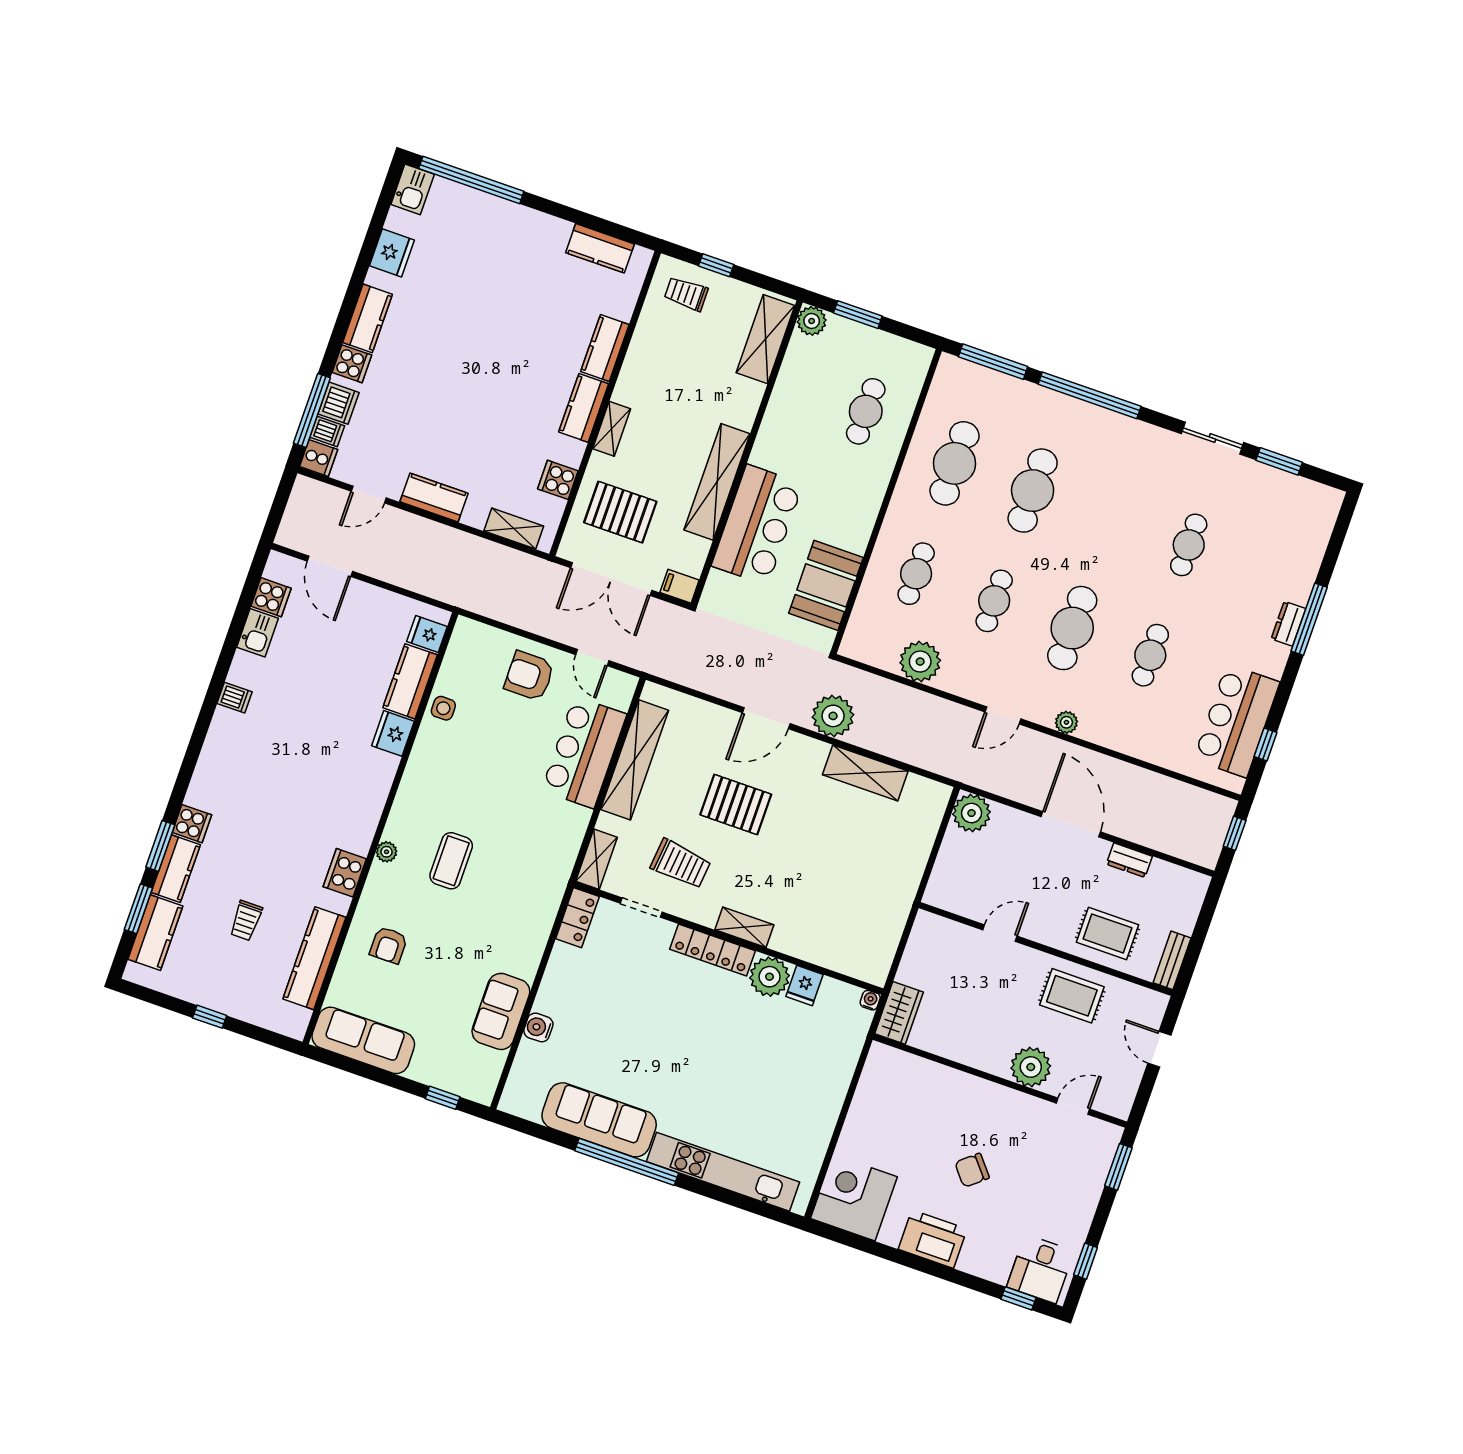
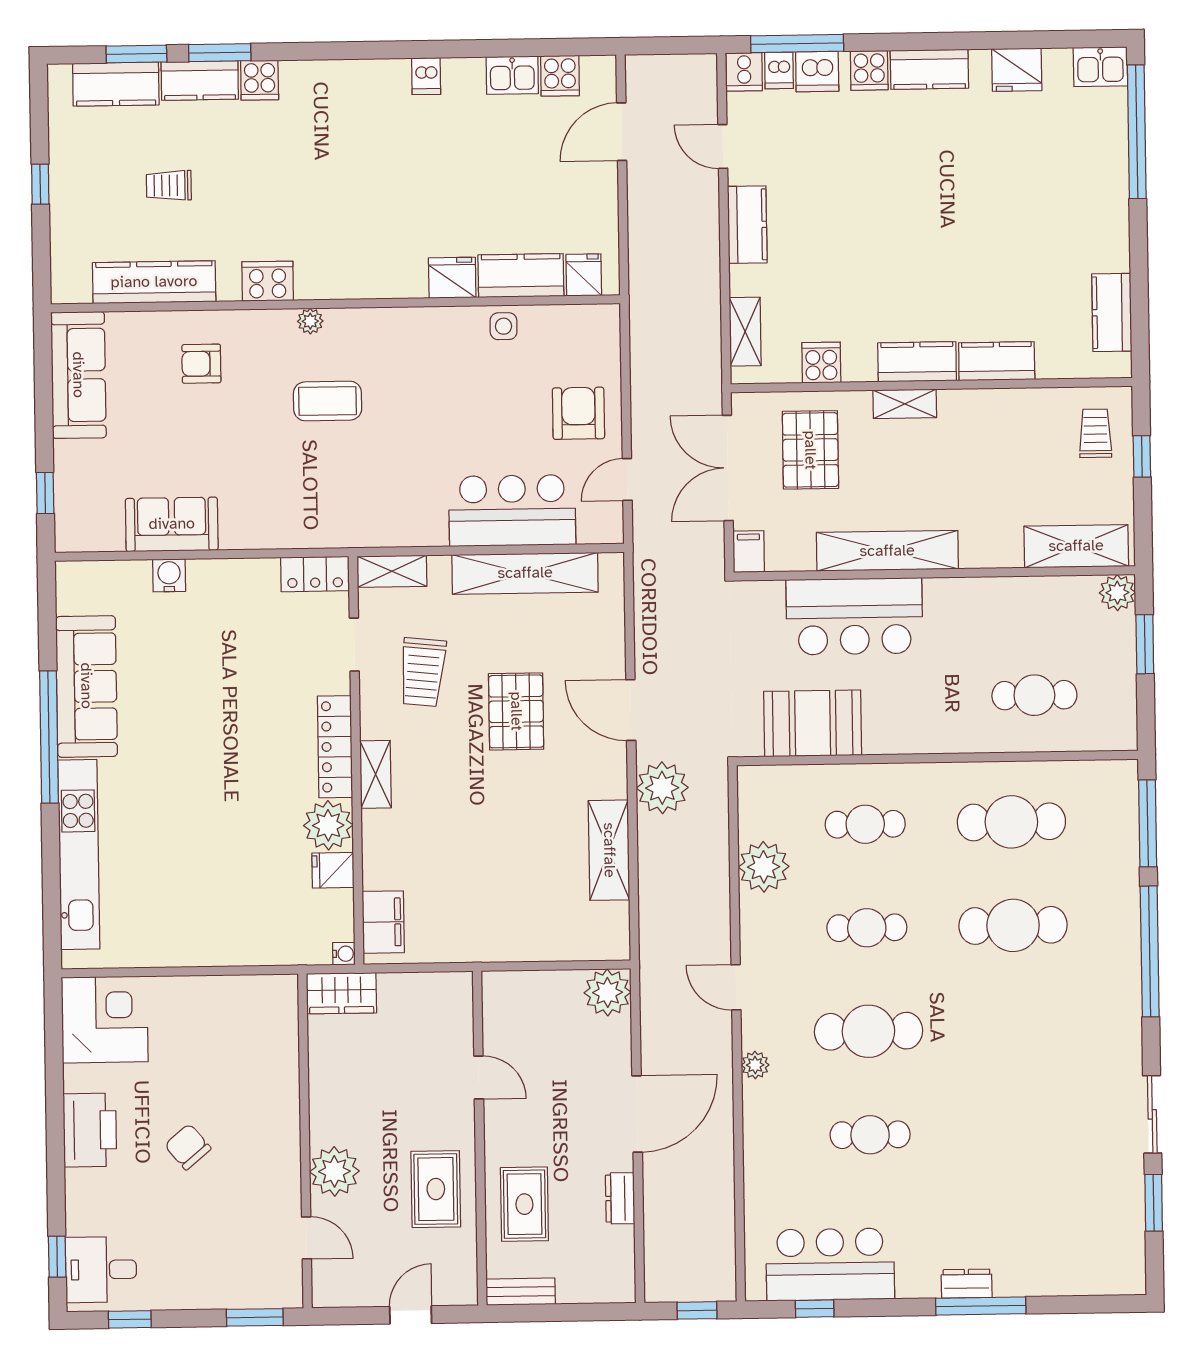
cafe table: (1189, 545) -> (1016, 1132), removed
filing cabinet: (857, 962) -> (383, 922), added

